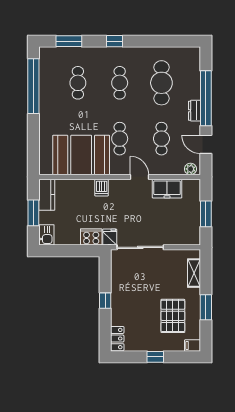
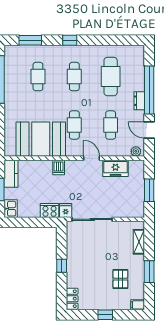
pallet: (173, 316) -> (120, 279), width x0.67, depth x0.71

